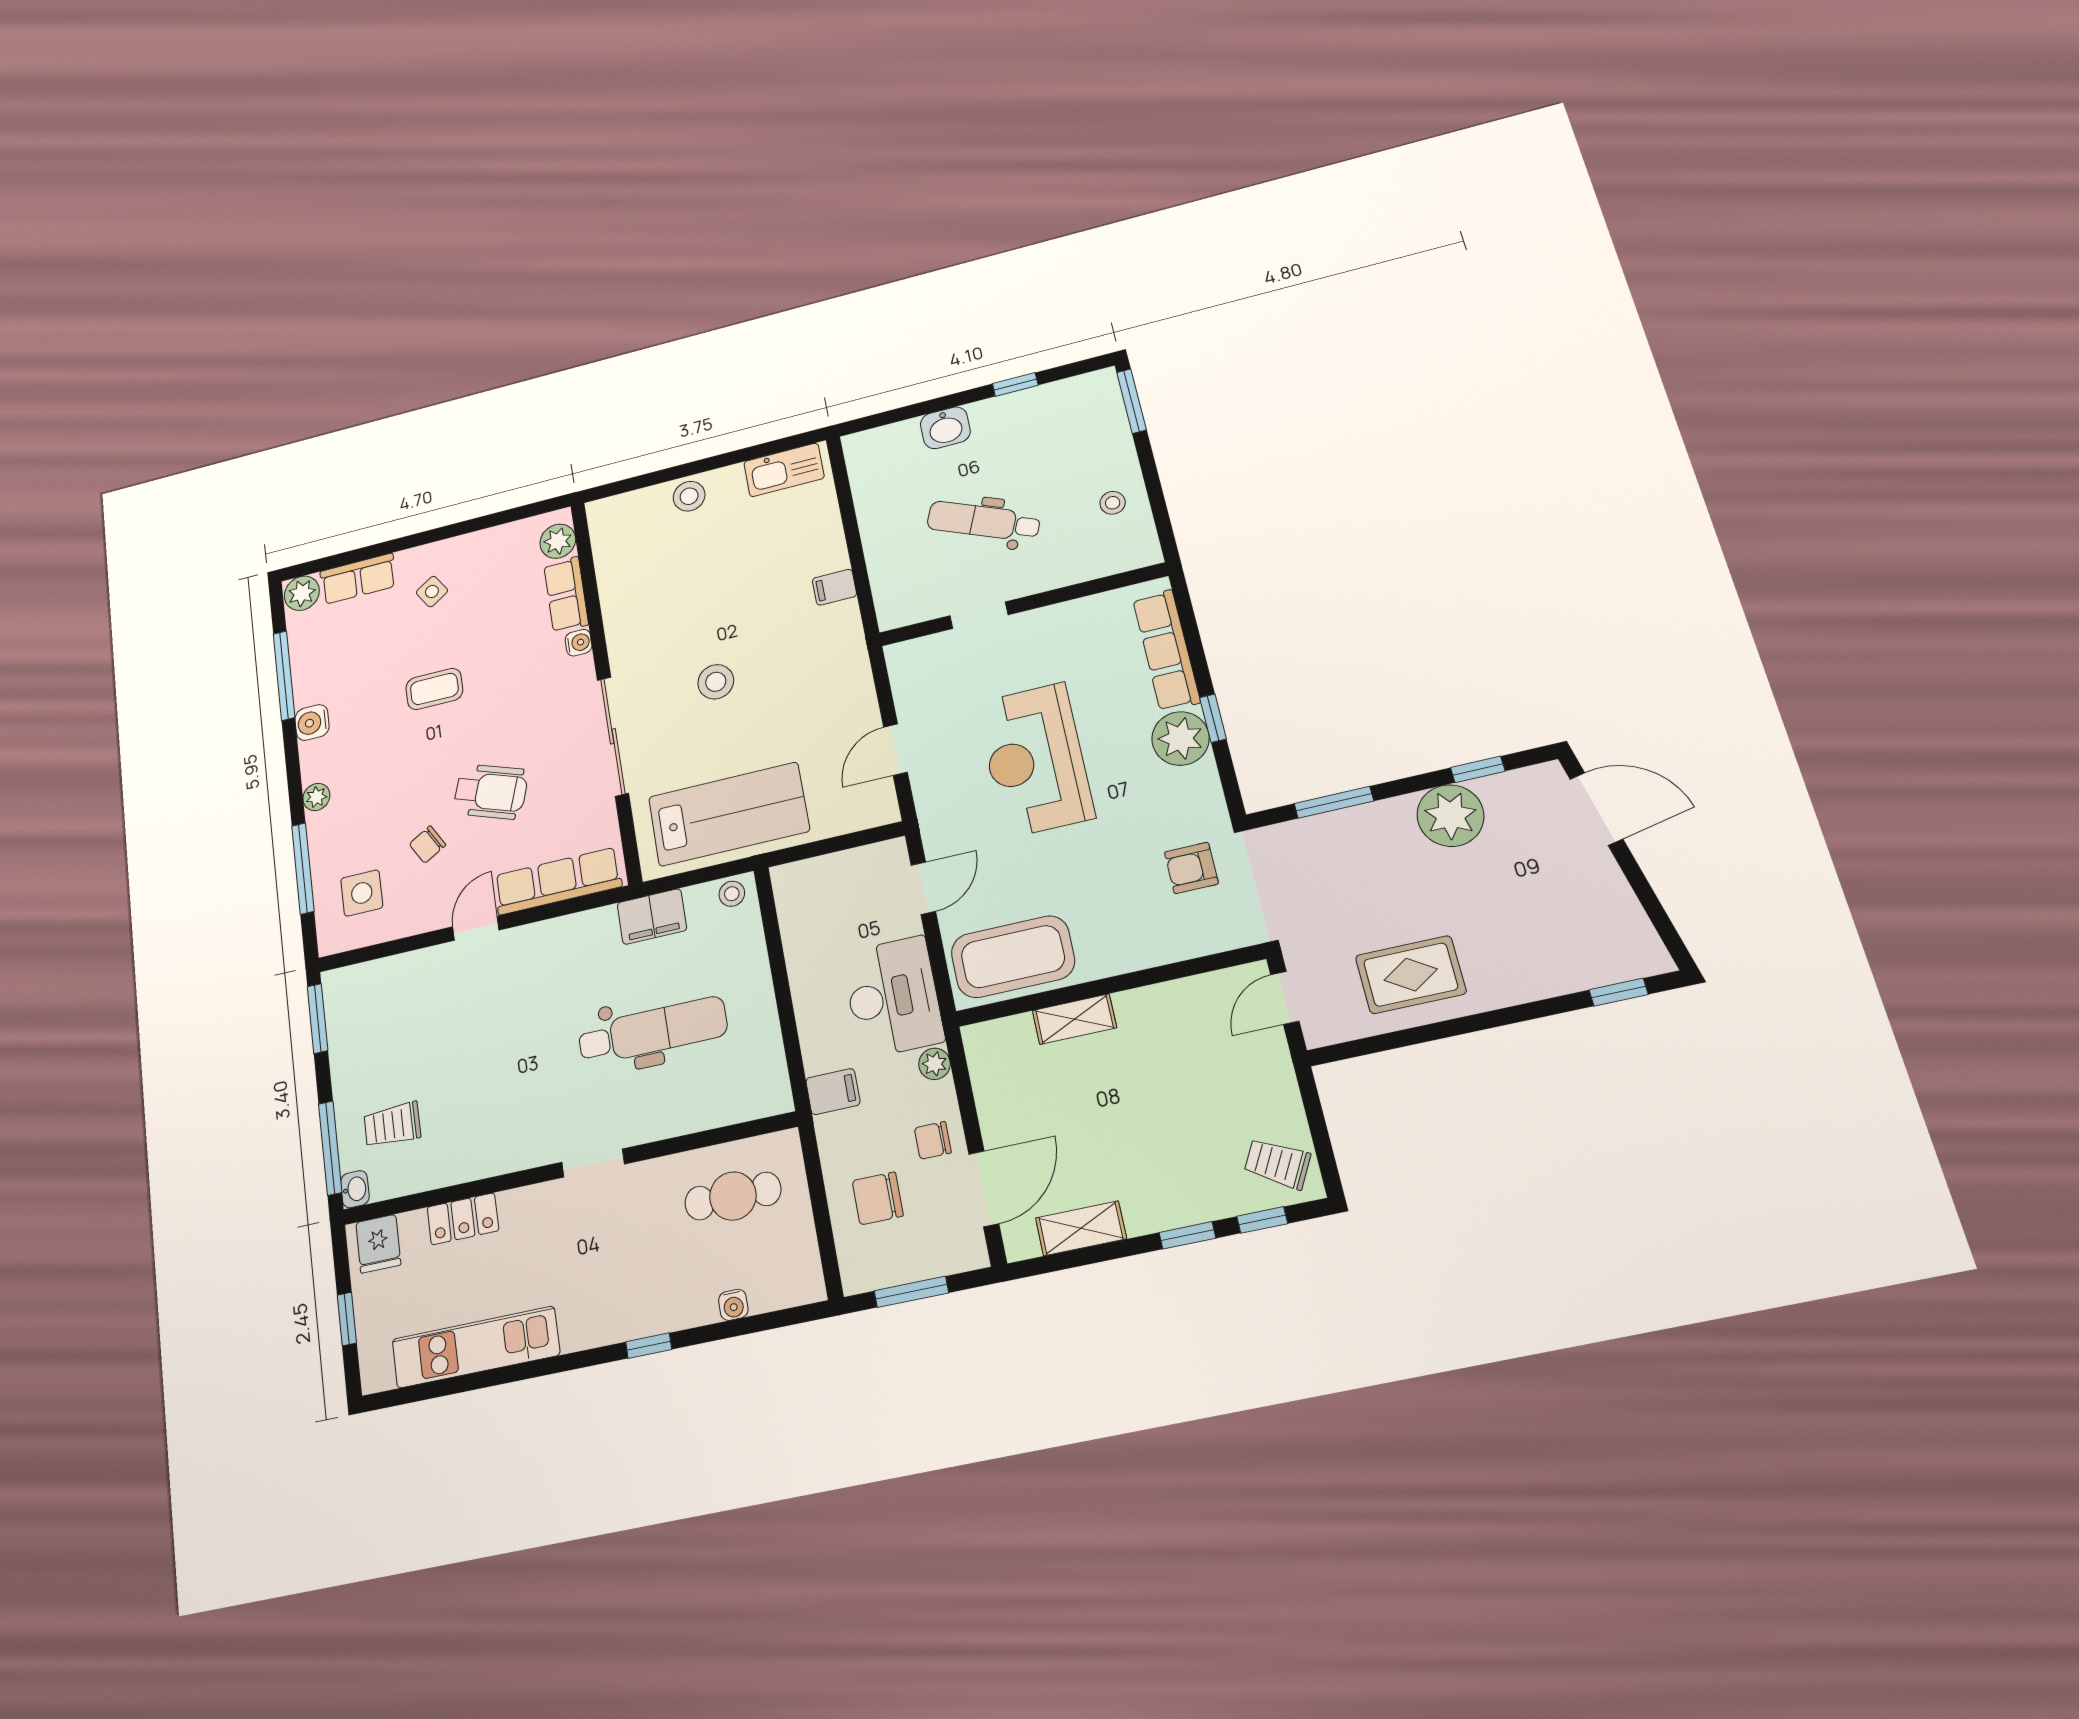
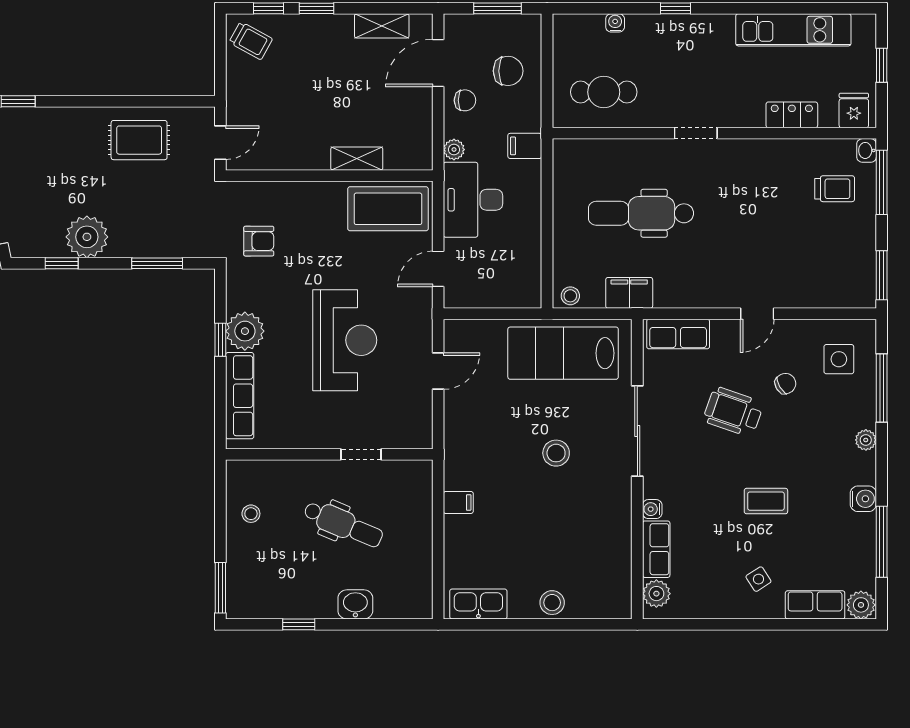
row of seats: (558, 881) -> (678, 334), width x0.68

